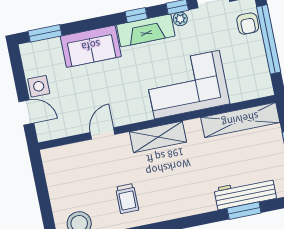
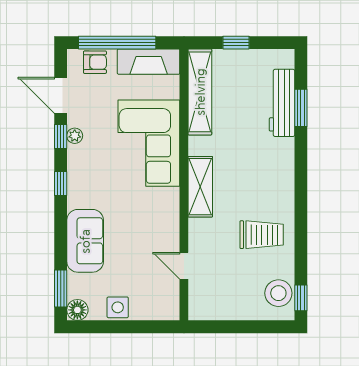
fireplace: (146, 30) -> (149, 62), moved, turned 90
floor lamp: (29, 52) -> (77, 310), added
door: (26, 112) -> (144, 327), removed
door: (103, 133) -> (184, 266), moved
trolley: (127, 199) -> (262, 235), width x1.36, depth x1.39

